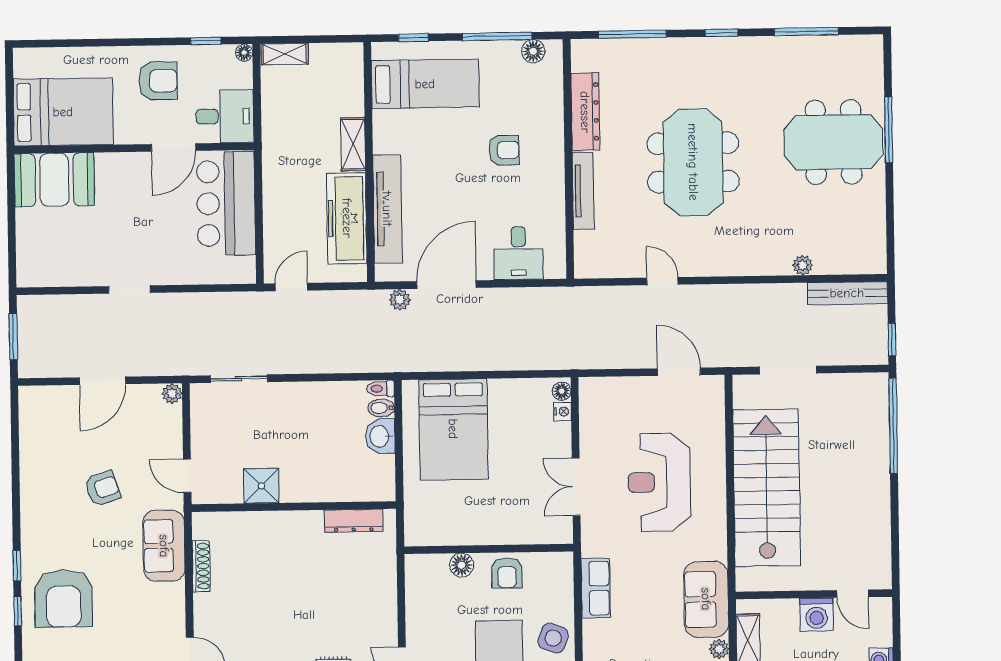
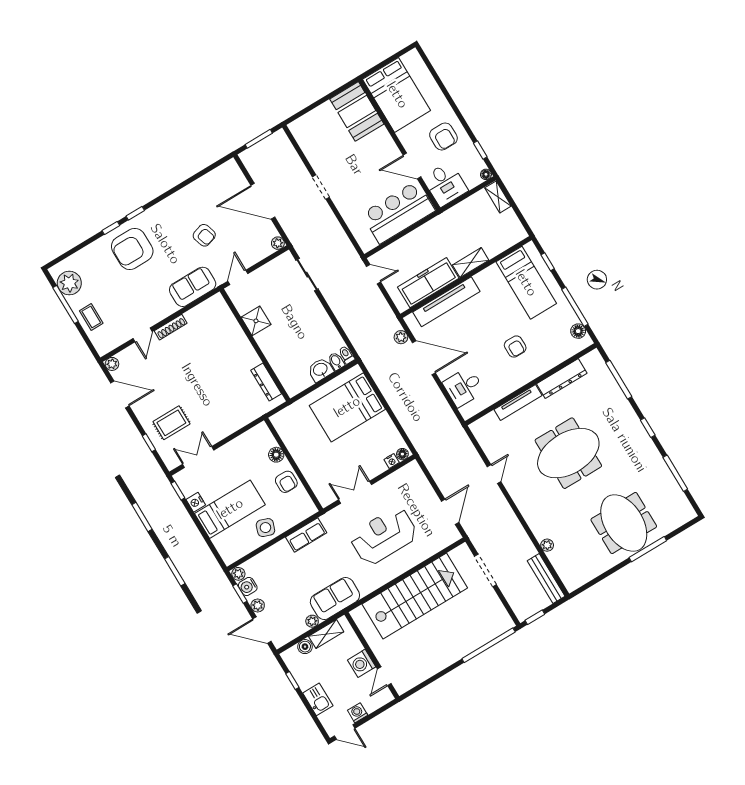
door: (102, 381) -> (263, 201), width x1.36
shoe rack: (201, 566) -> (171, 327), moved
armchair: (507, 573) -> (286, 482), turned -90

